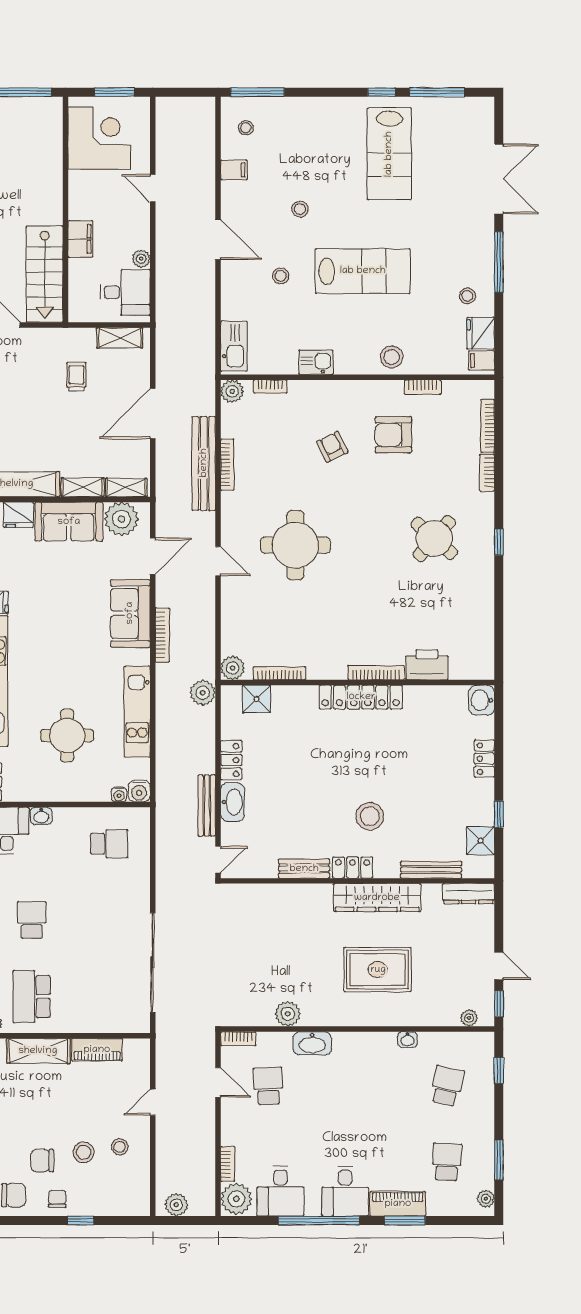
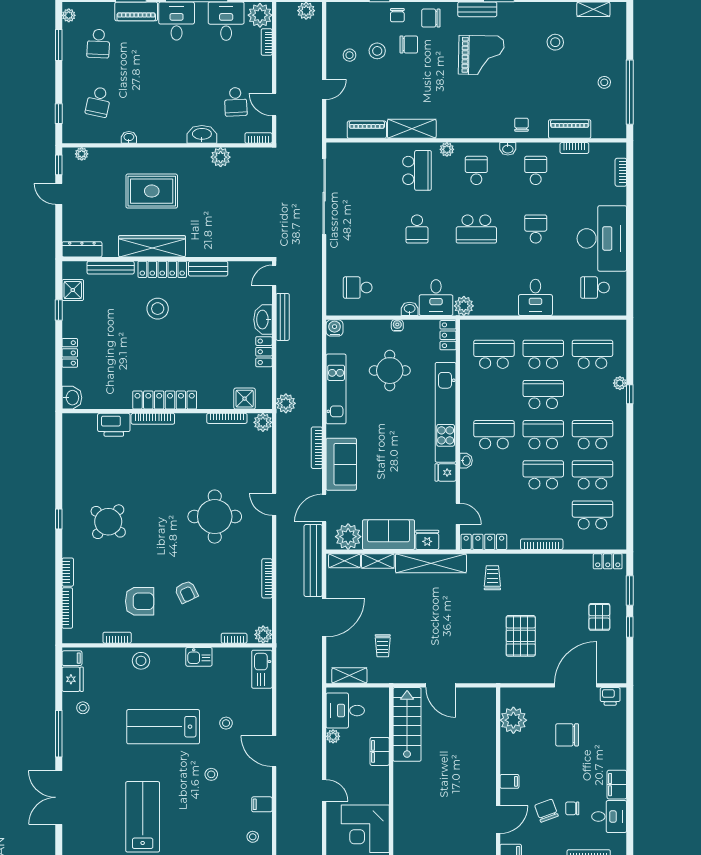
bench: (204, 463) -> (313, 561), moved
water cooler: (119, 794) -> (397, 325), moved
locker: (353, 868) -> (162, 269), width x1.53

